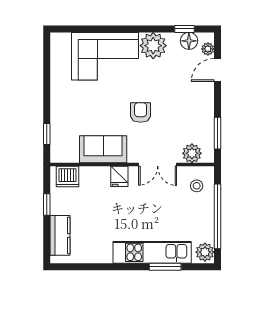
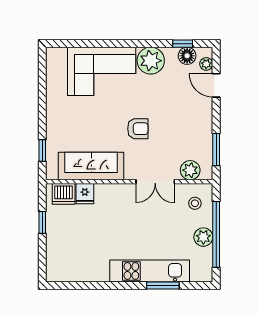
door: (217, 70) -> (216, 85), hinge flipped
armchair: (141, 113) -> (138, 129), turned 90
sofa: (103, 149) -> (91, 166), width x1.36
fridge: (119, 176) -> (85, 194), moved
kitchen counter: (60, 235) -> (56, 254), removed
plant: (205, 252) -> (203, 237), moved

